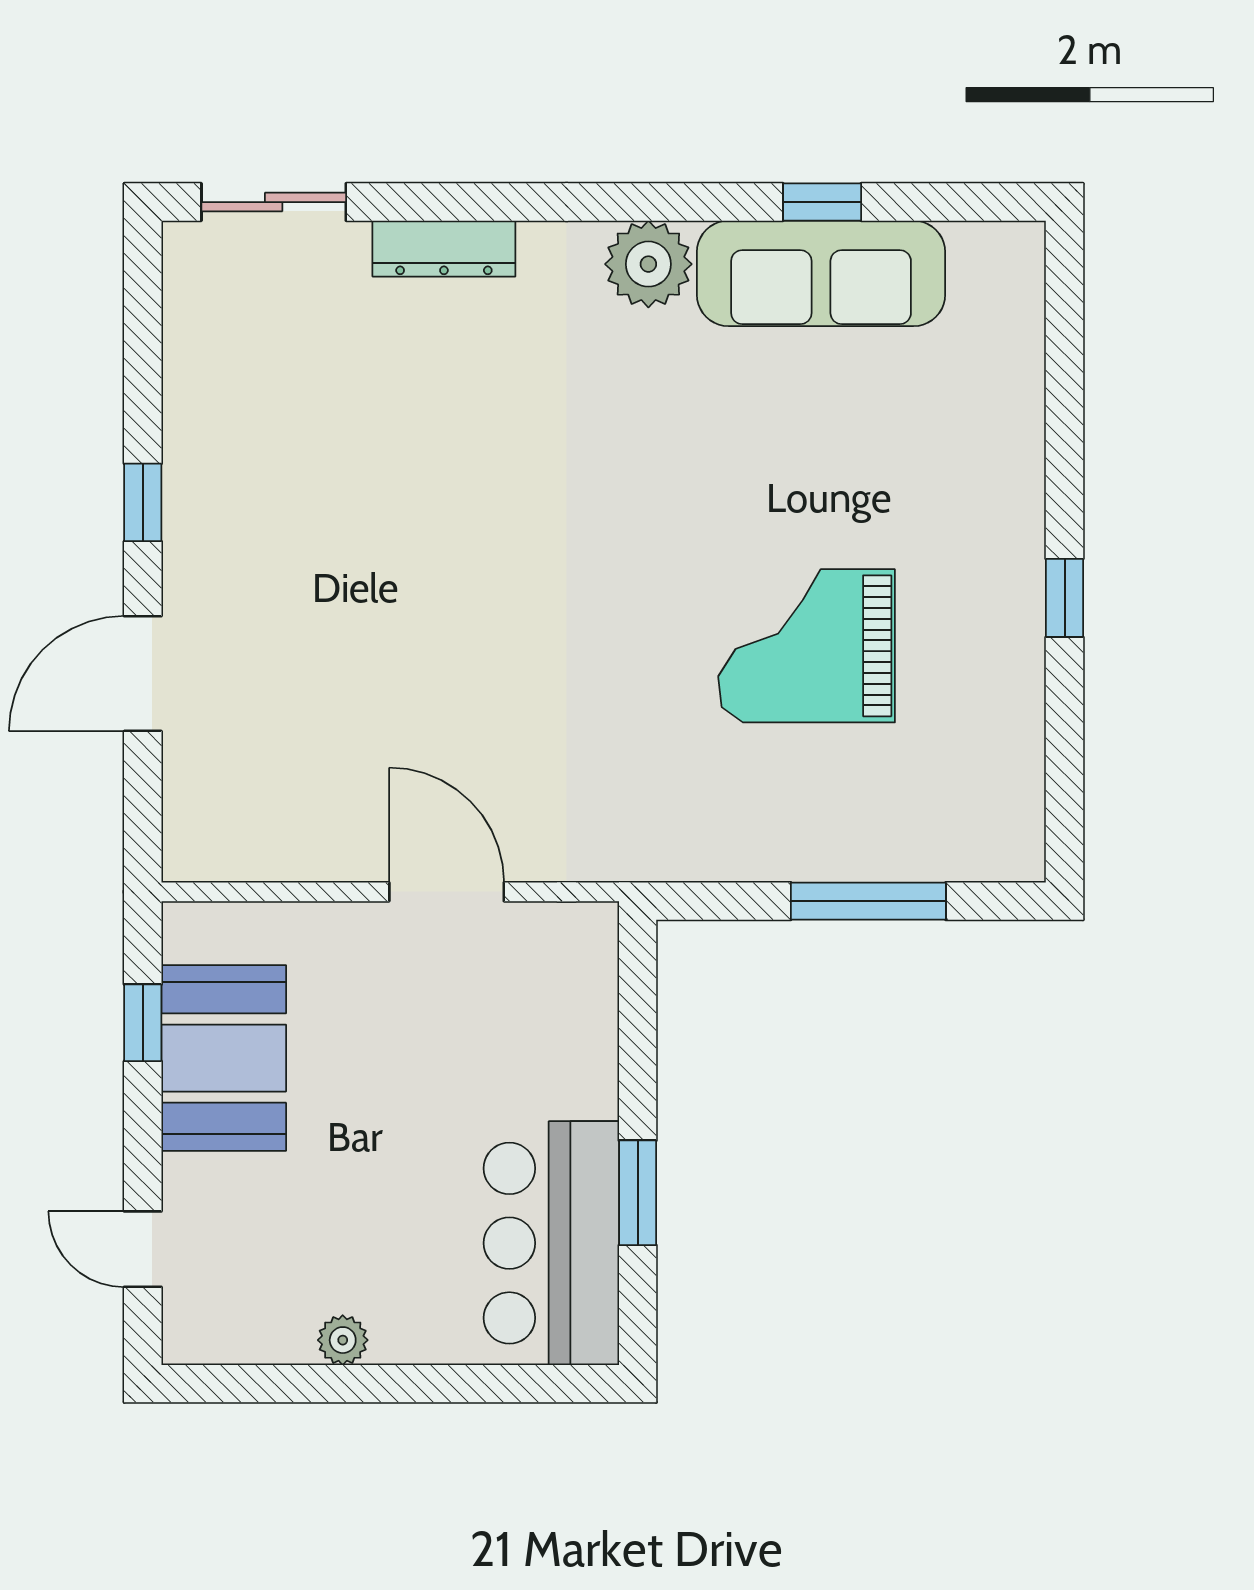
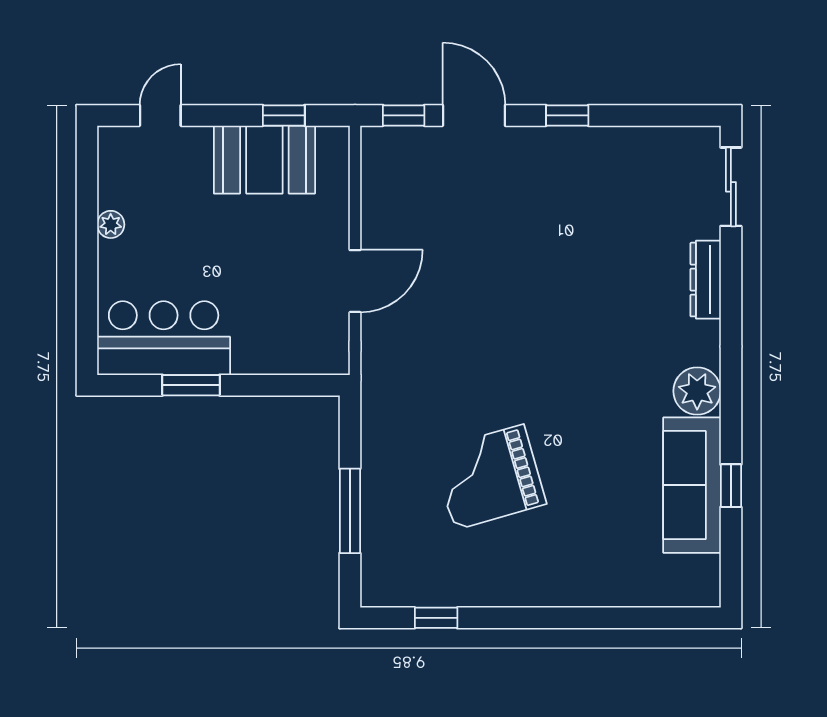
window: (1065, 598) -> (436, 618), moved
grand piano: (806, 646) -> (489, 477), turned -106
window: (143, 803) -> (404, 115), added

